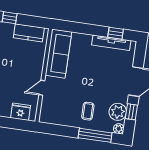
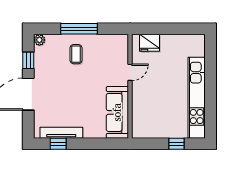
kitchen counter: (29, 33) -> (153, 130), removed
plant: (118, 112) -> (43, 58), removed
window: (95, 135) -> (79, 29), moved

